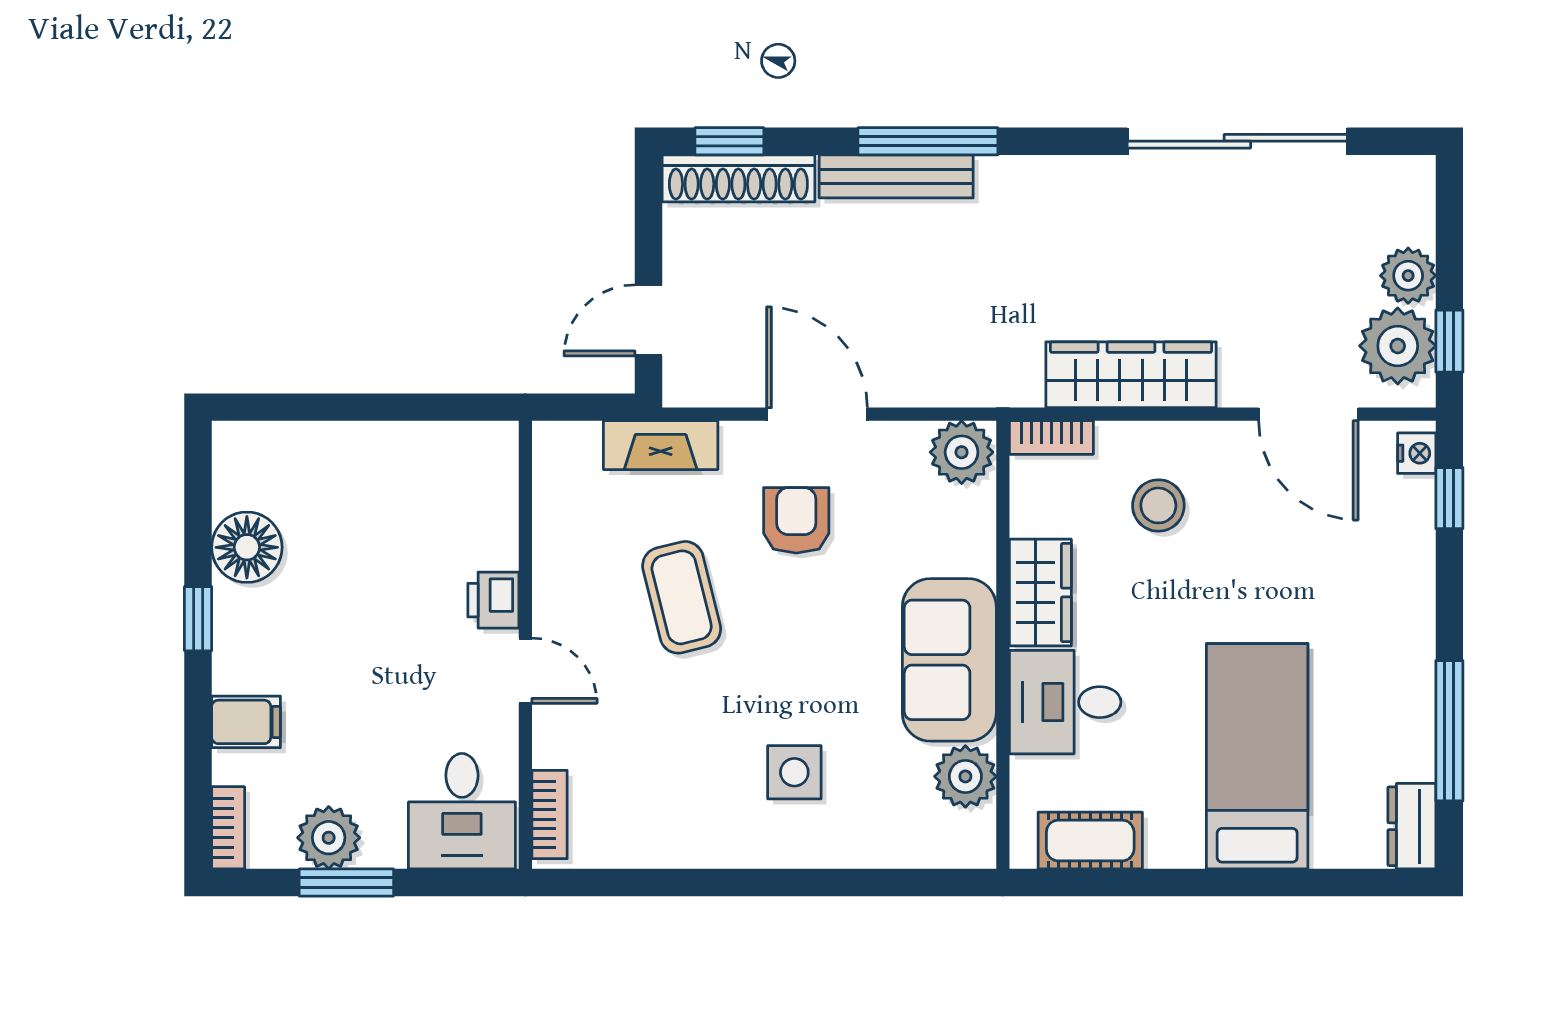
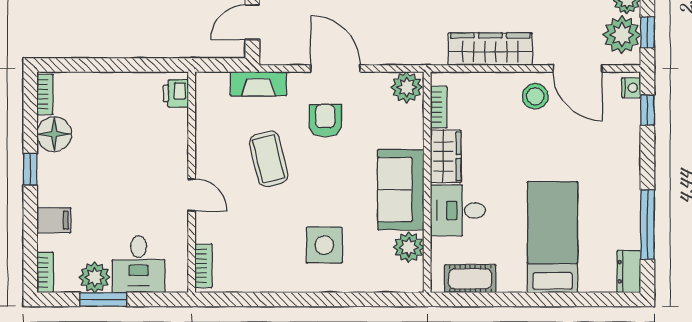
bookcase: (1051, 438) -> (439, 107), moved, turned -90
bookcase: (228, 467) -> (45, 94), added
stool: (1158, 505) -> (535, 96), moved
printer: (493, 600) -> (176, 93), moved
side table: (794, 772) -> (324, 245), width x1.37, depth x1.37
desk: (462, 811) -> (139, 264), moved

